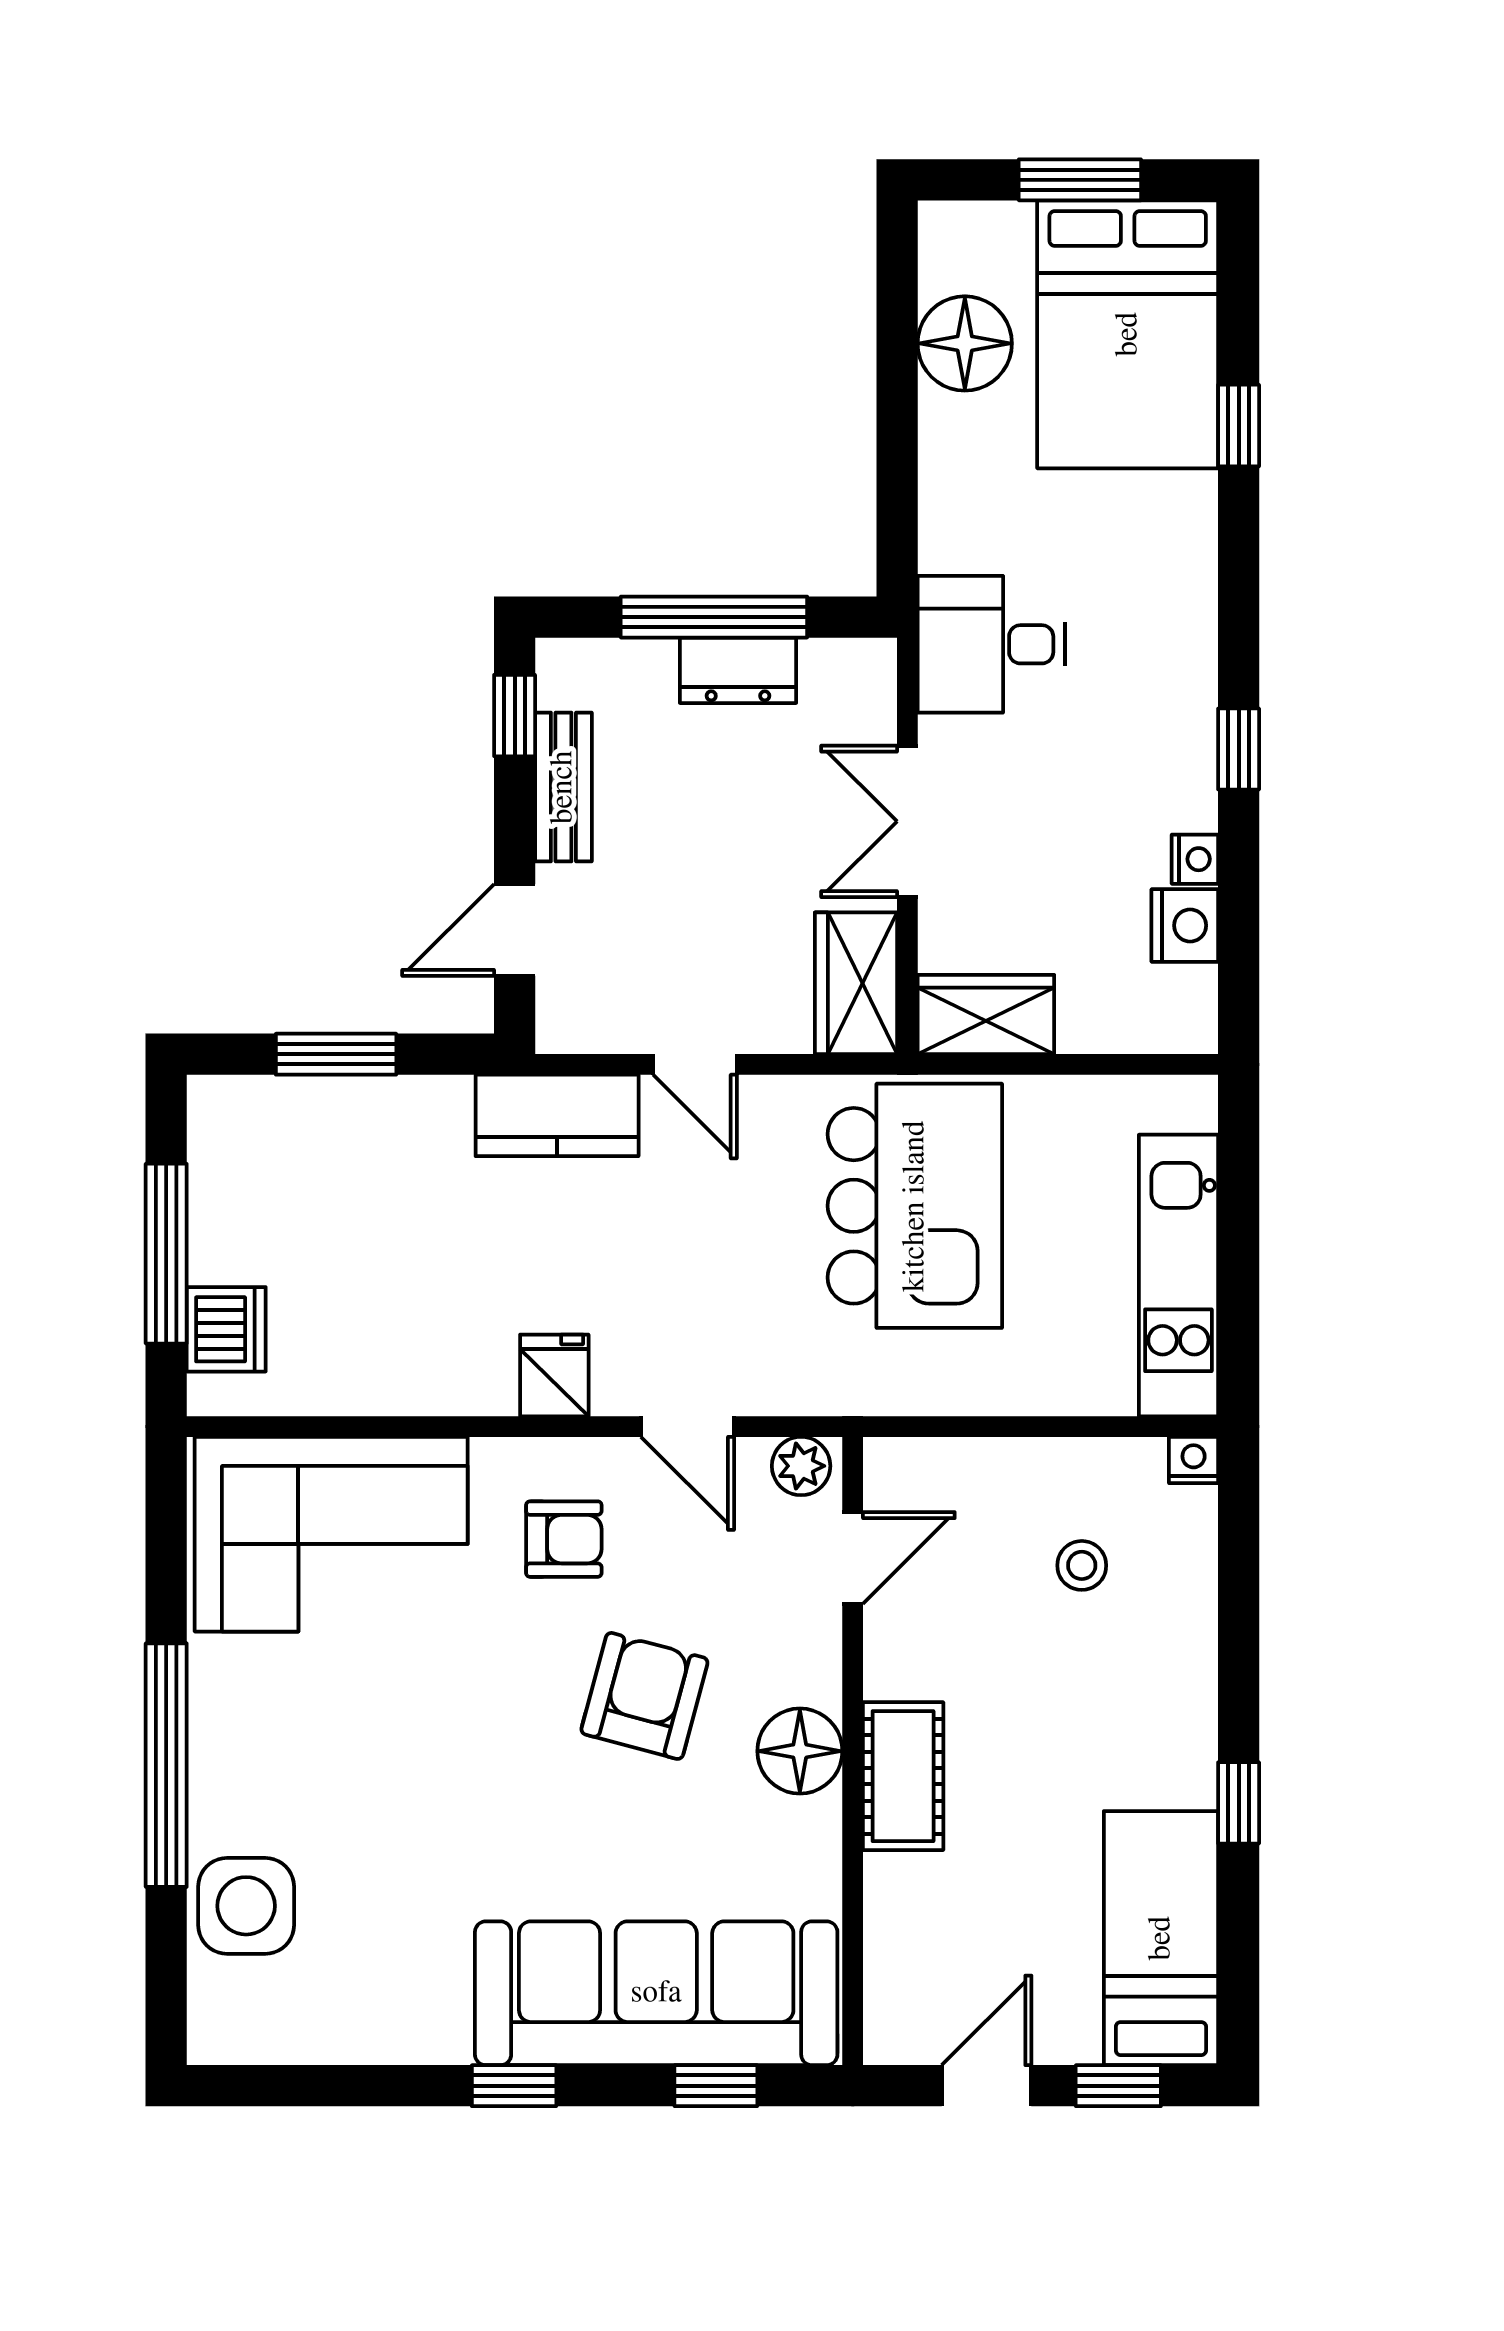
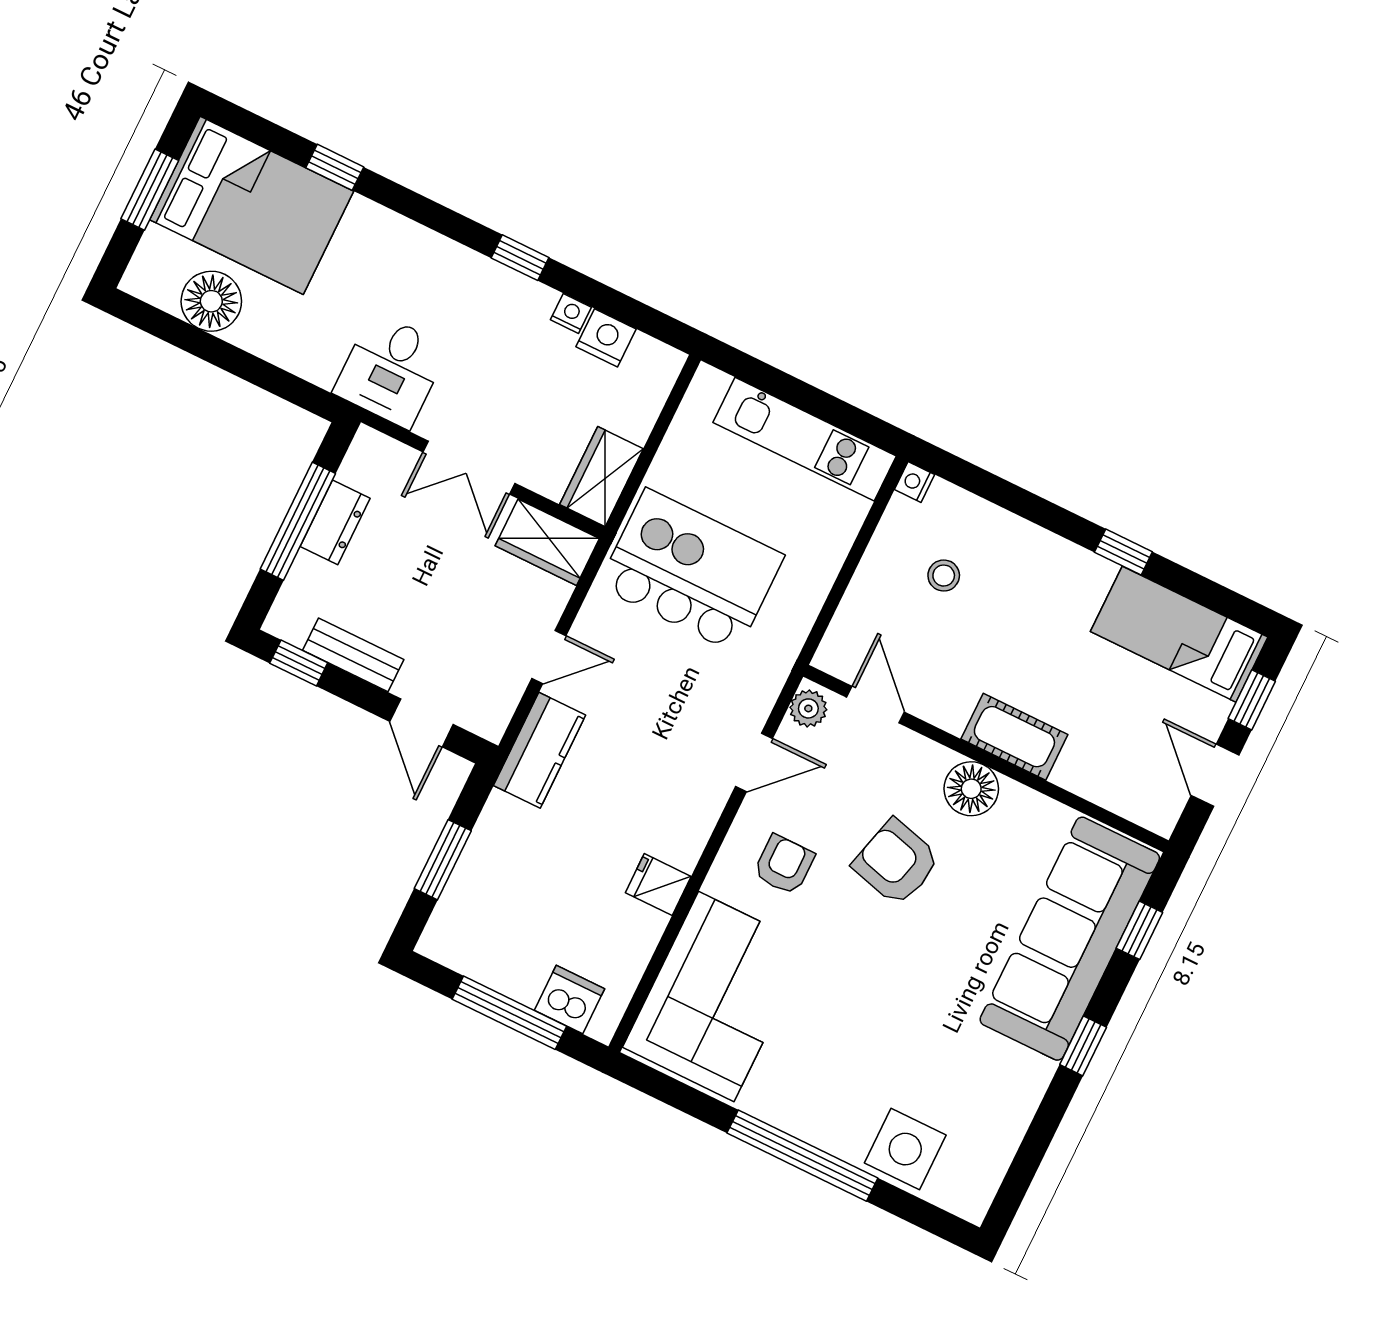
fridge: (554, 1375) -> (658, 885), moved

